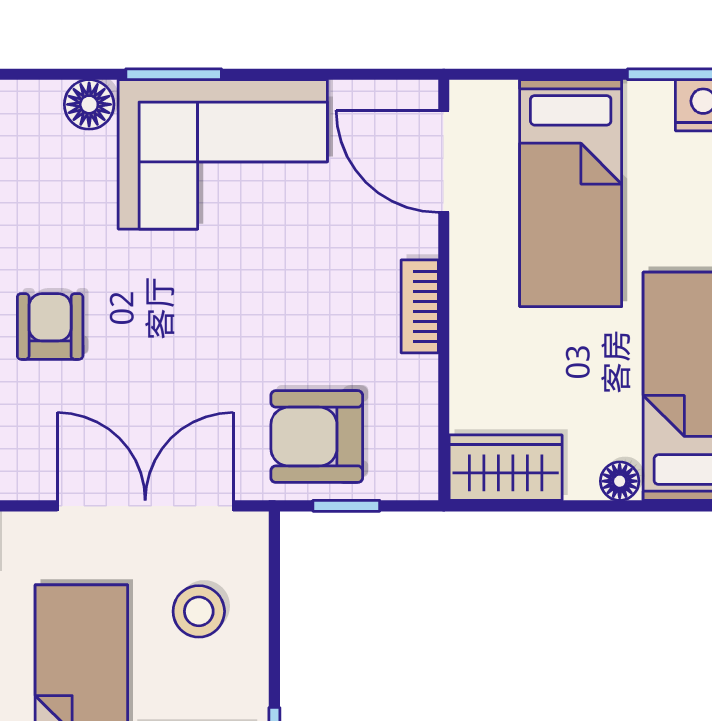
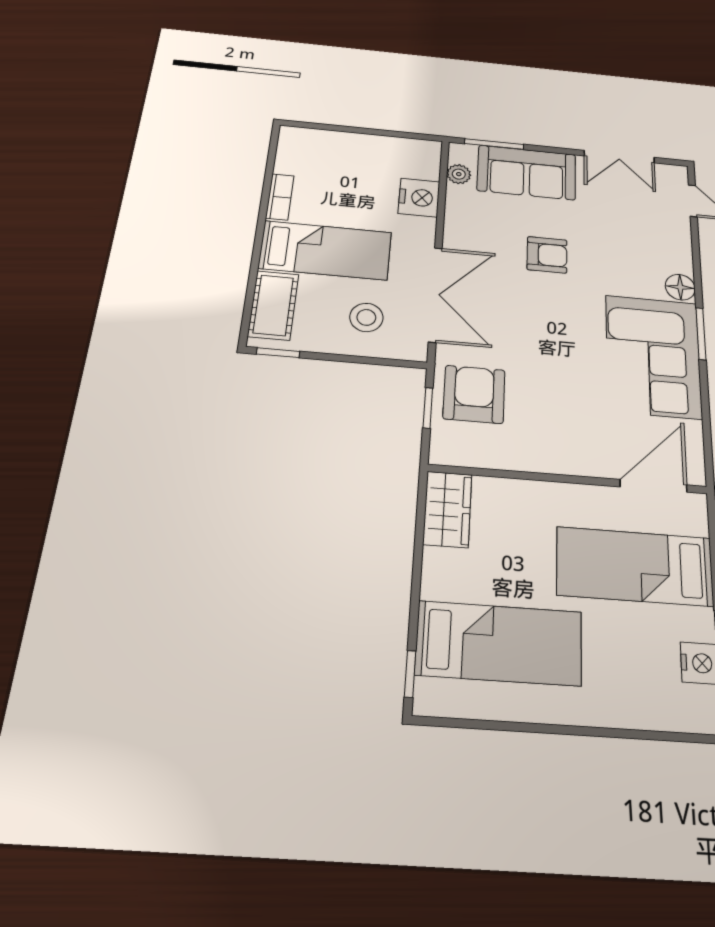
bookcase: (420, 306) -> (558, 463), removed
floor lamp: (620, 481) -> (434, 585), removed

